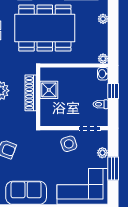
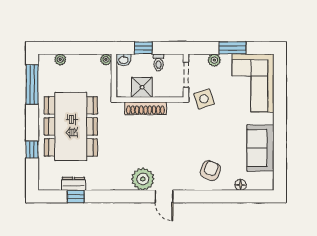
shower: (49, 90) -> (142, 87), moved
shoe rack: (31, 93) -> (145, 108), moved
wall: (38, 97) -> (150, 100), moved

